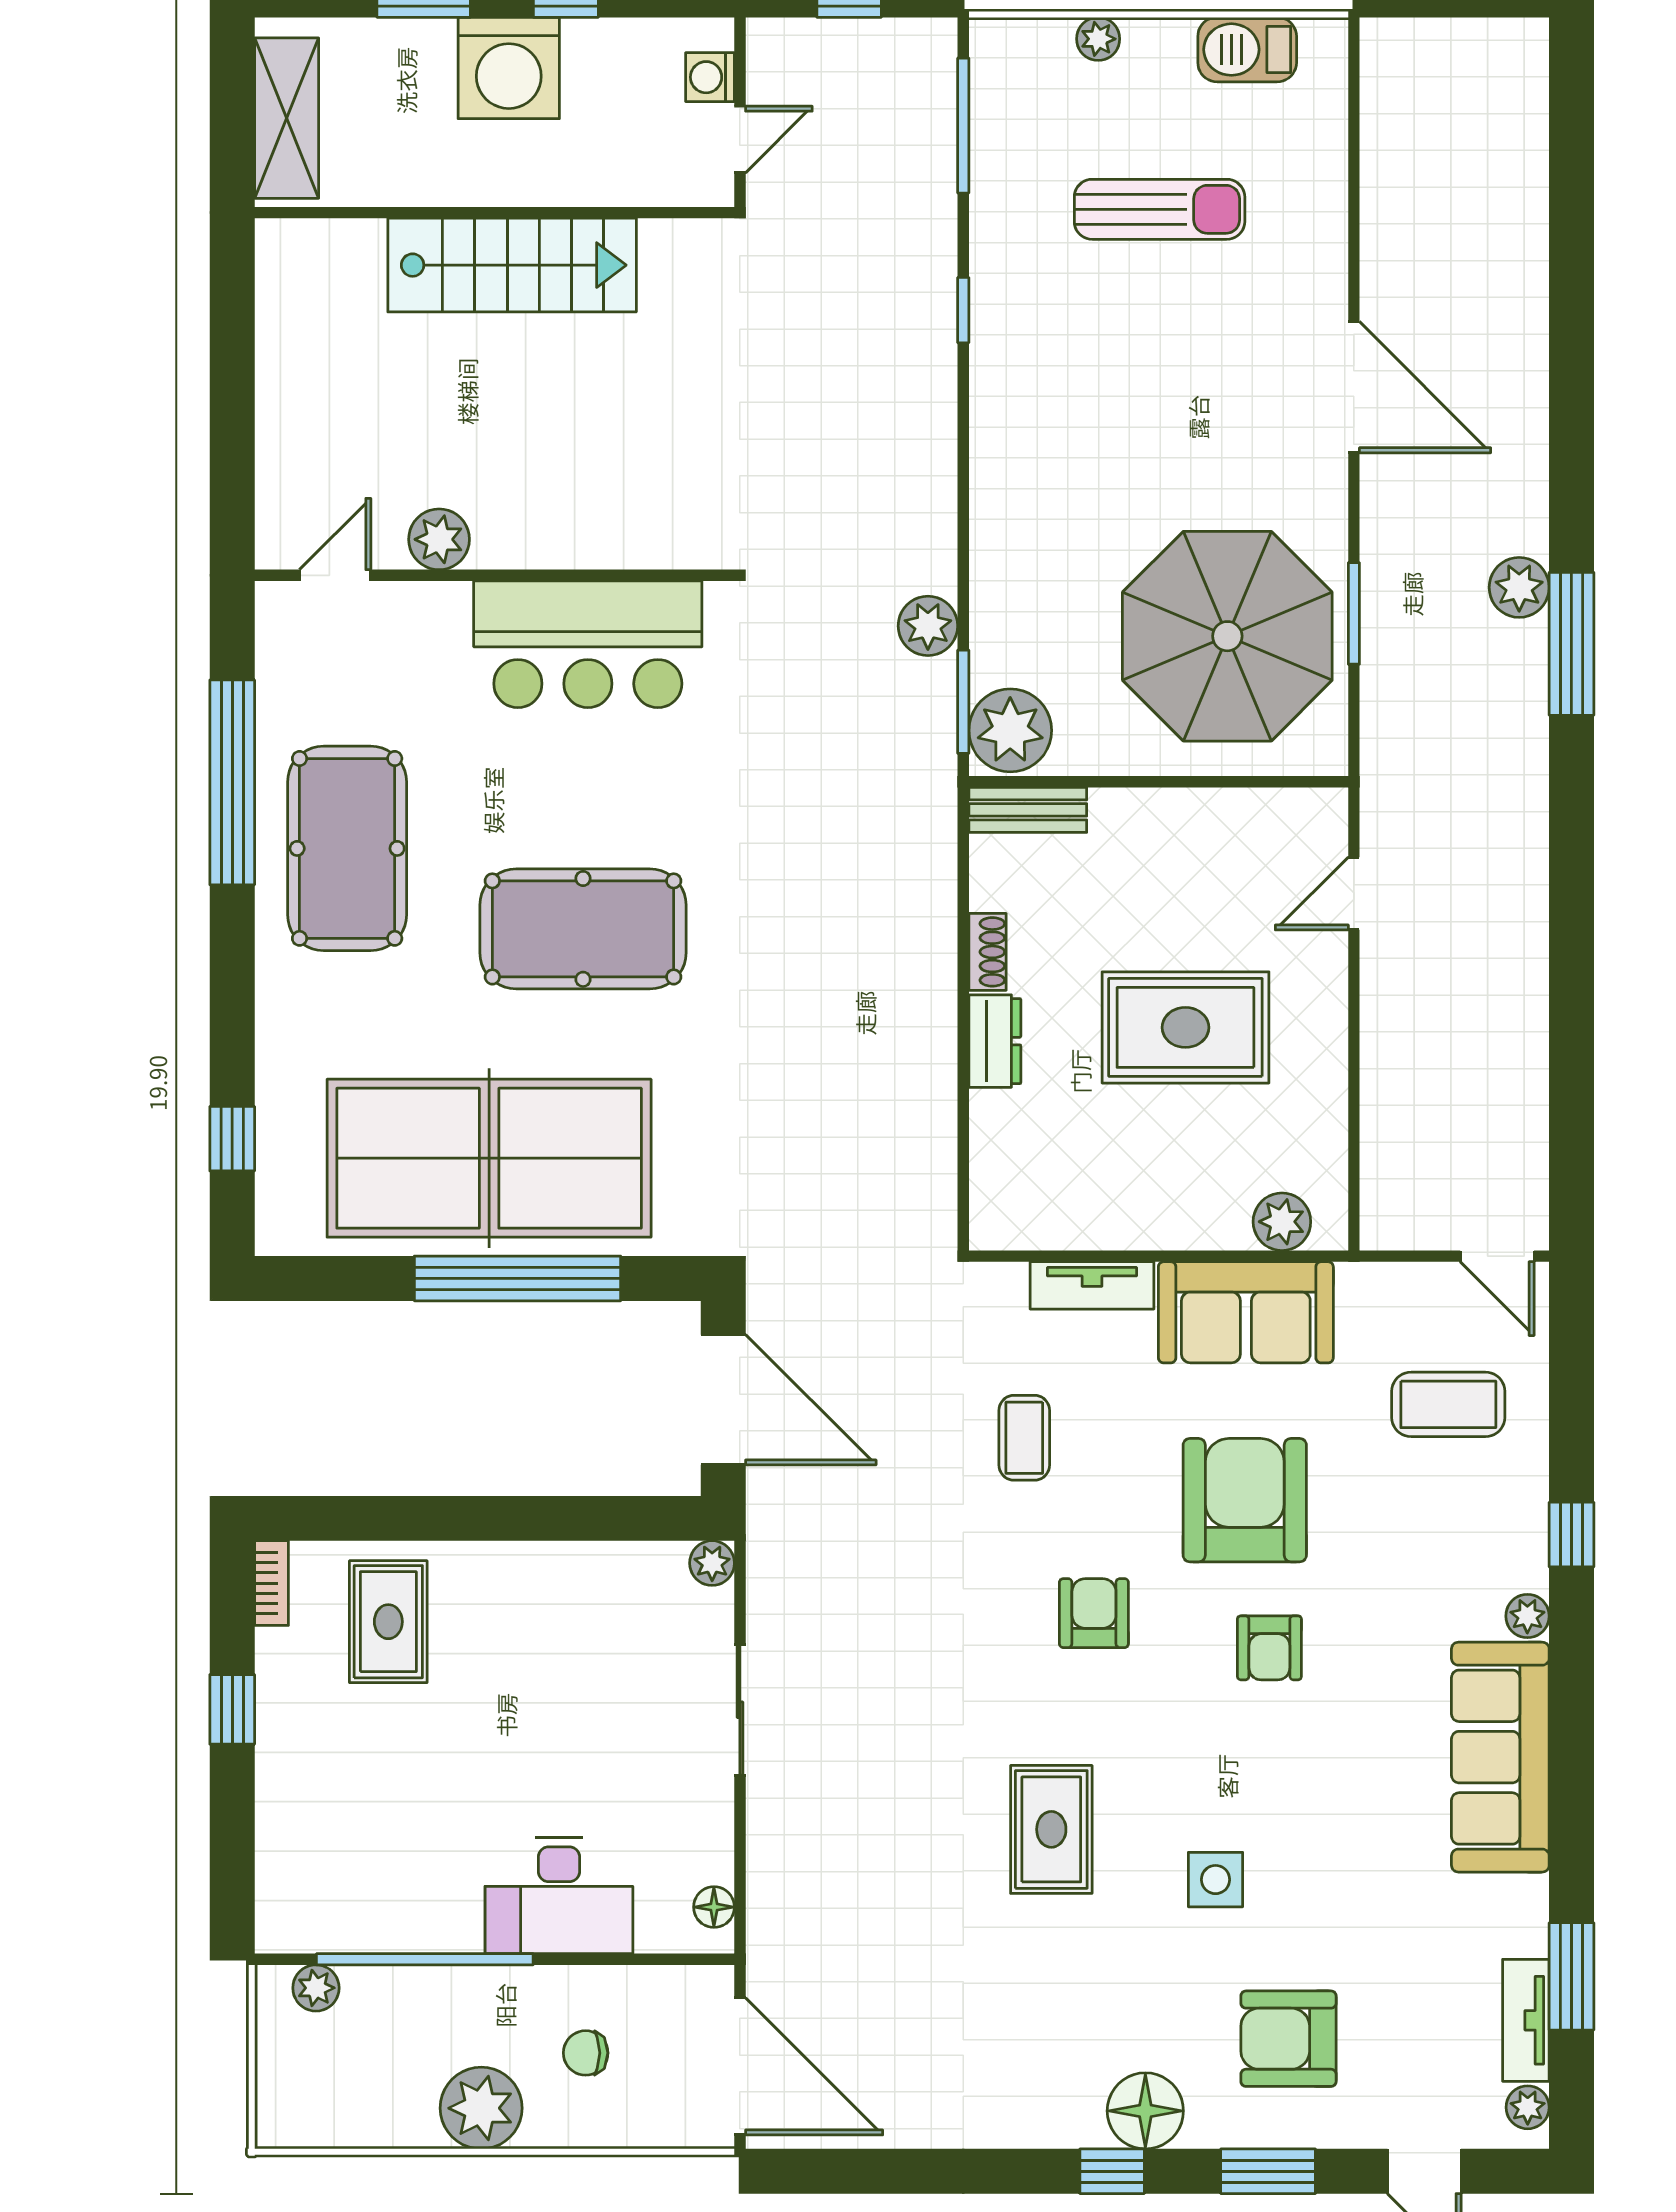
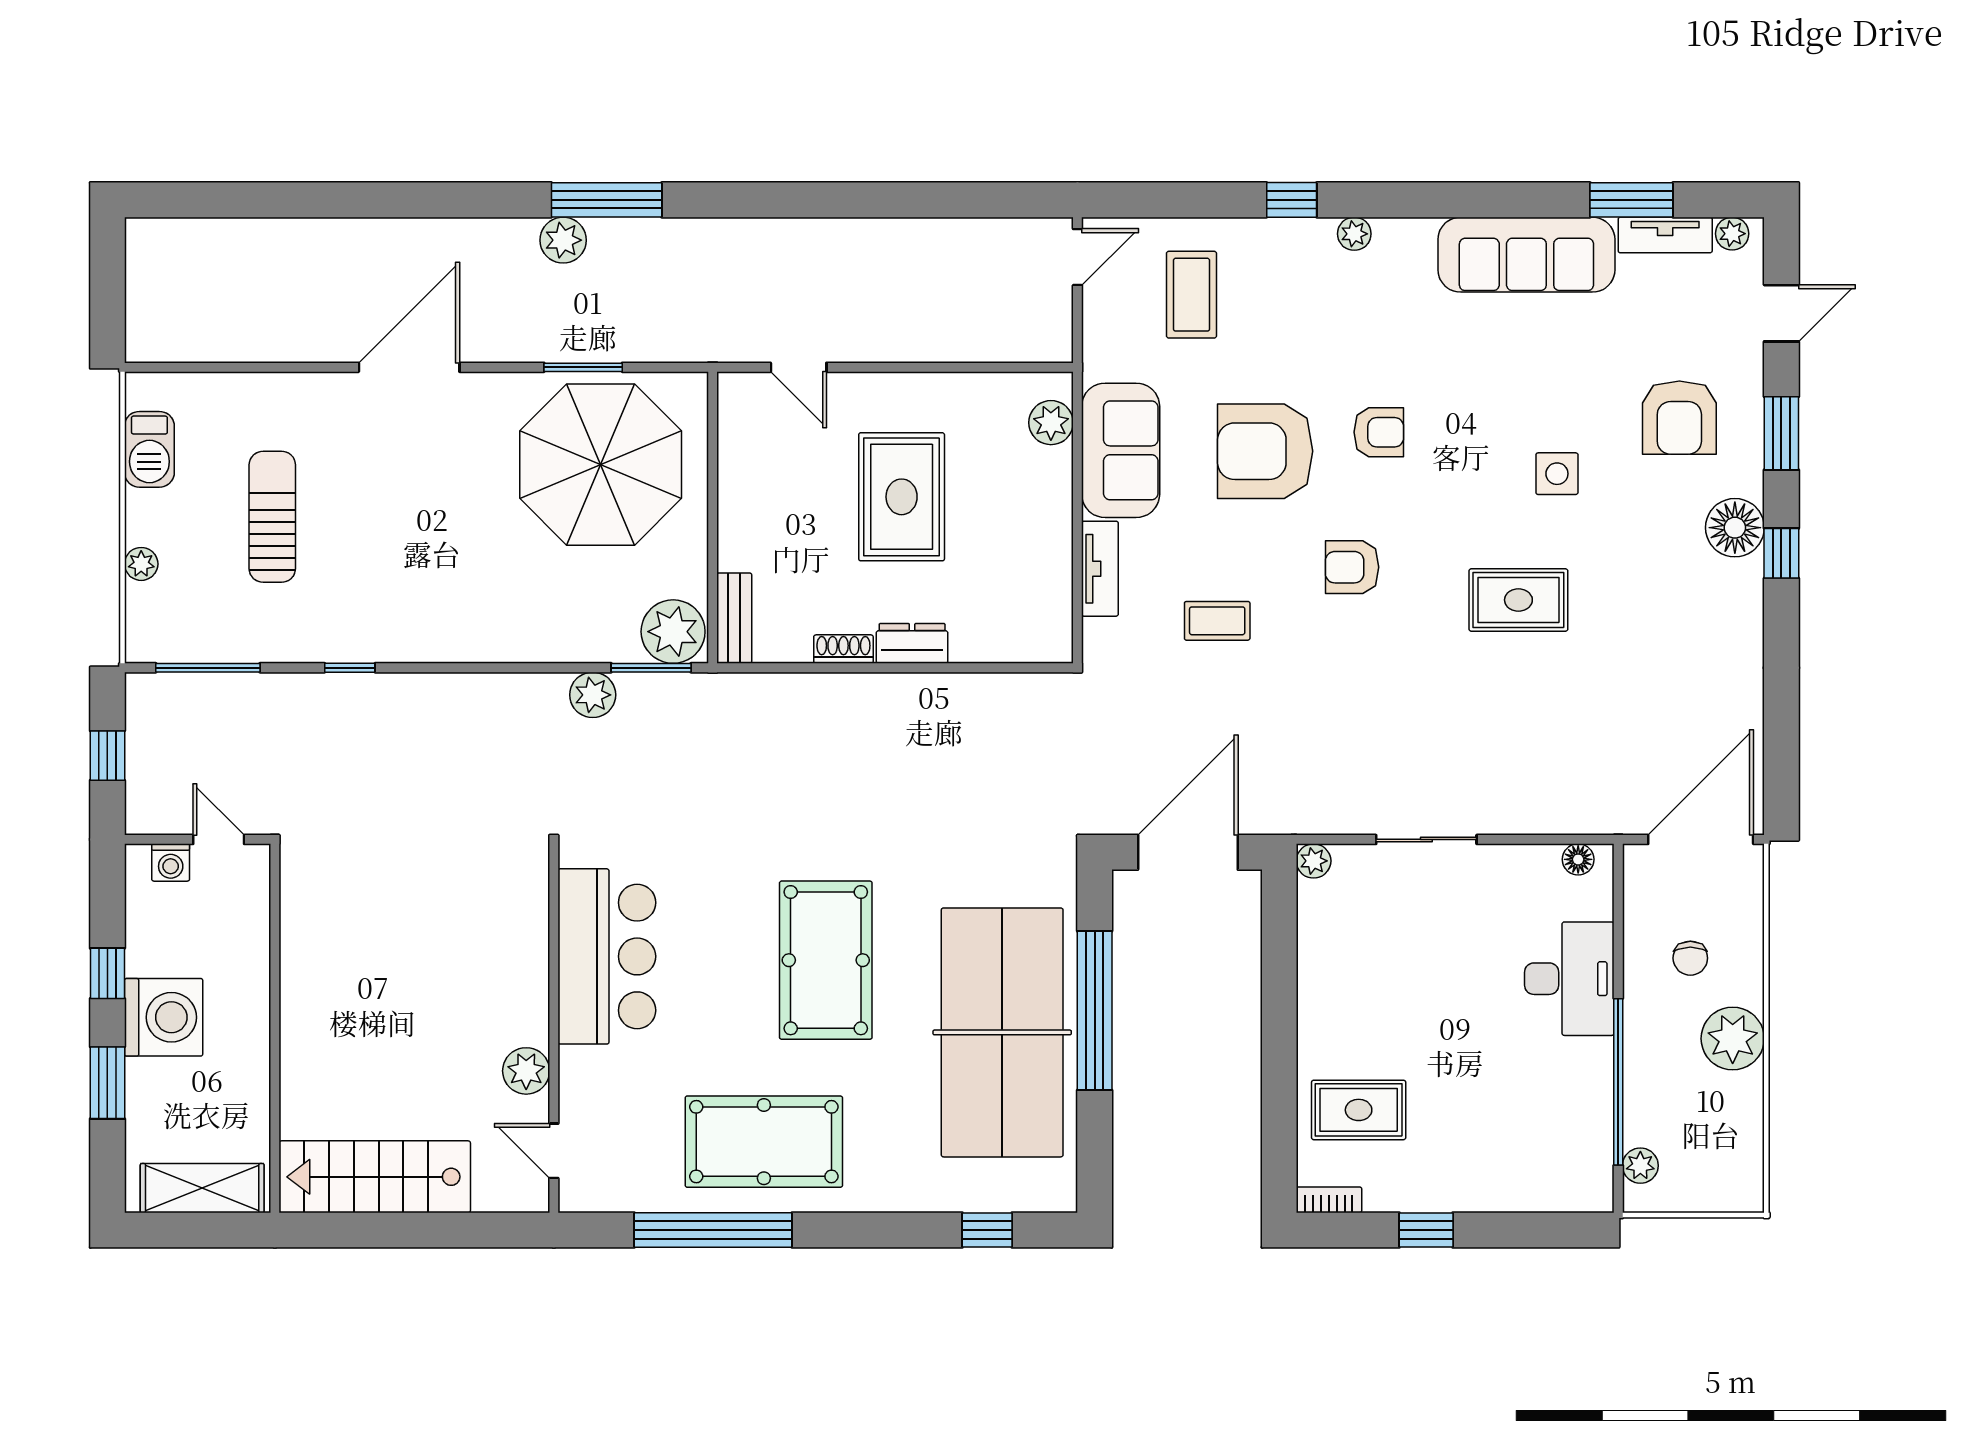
stairs: (512, 265) -> (375, 1177), moved, turned -90
sofa: (1500, 1757) -> (1526, 255), moved

